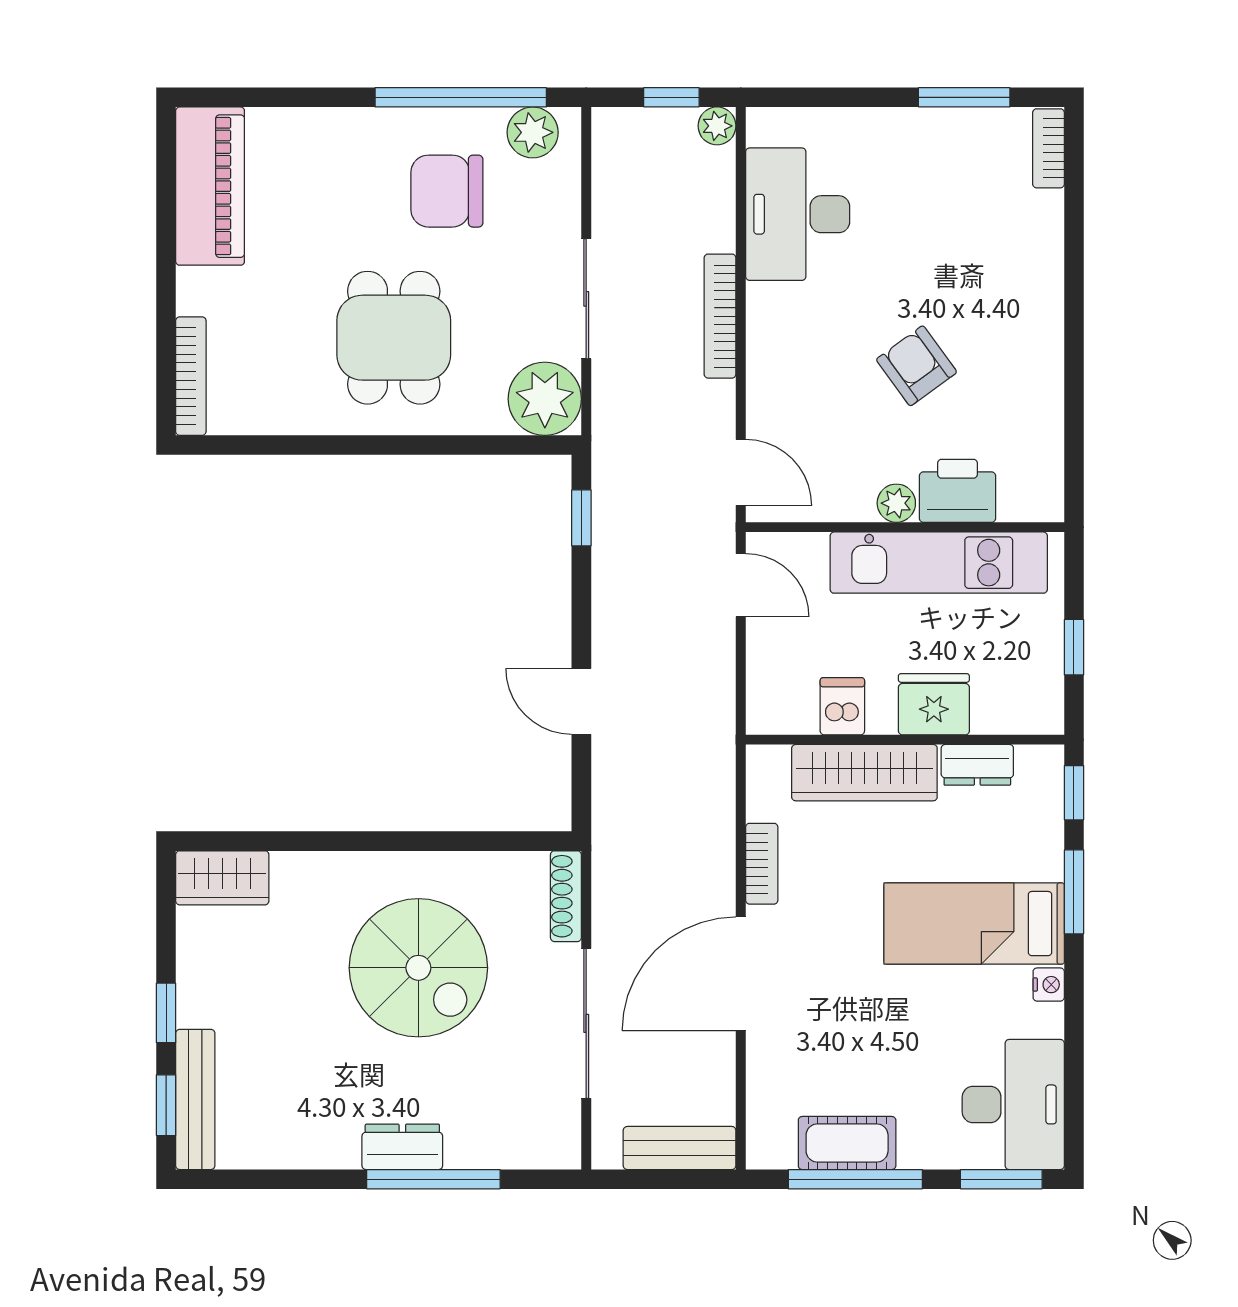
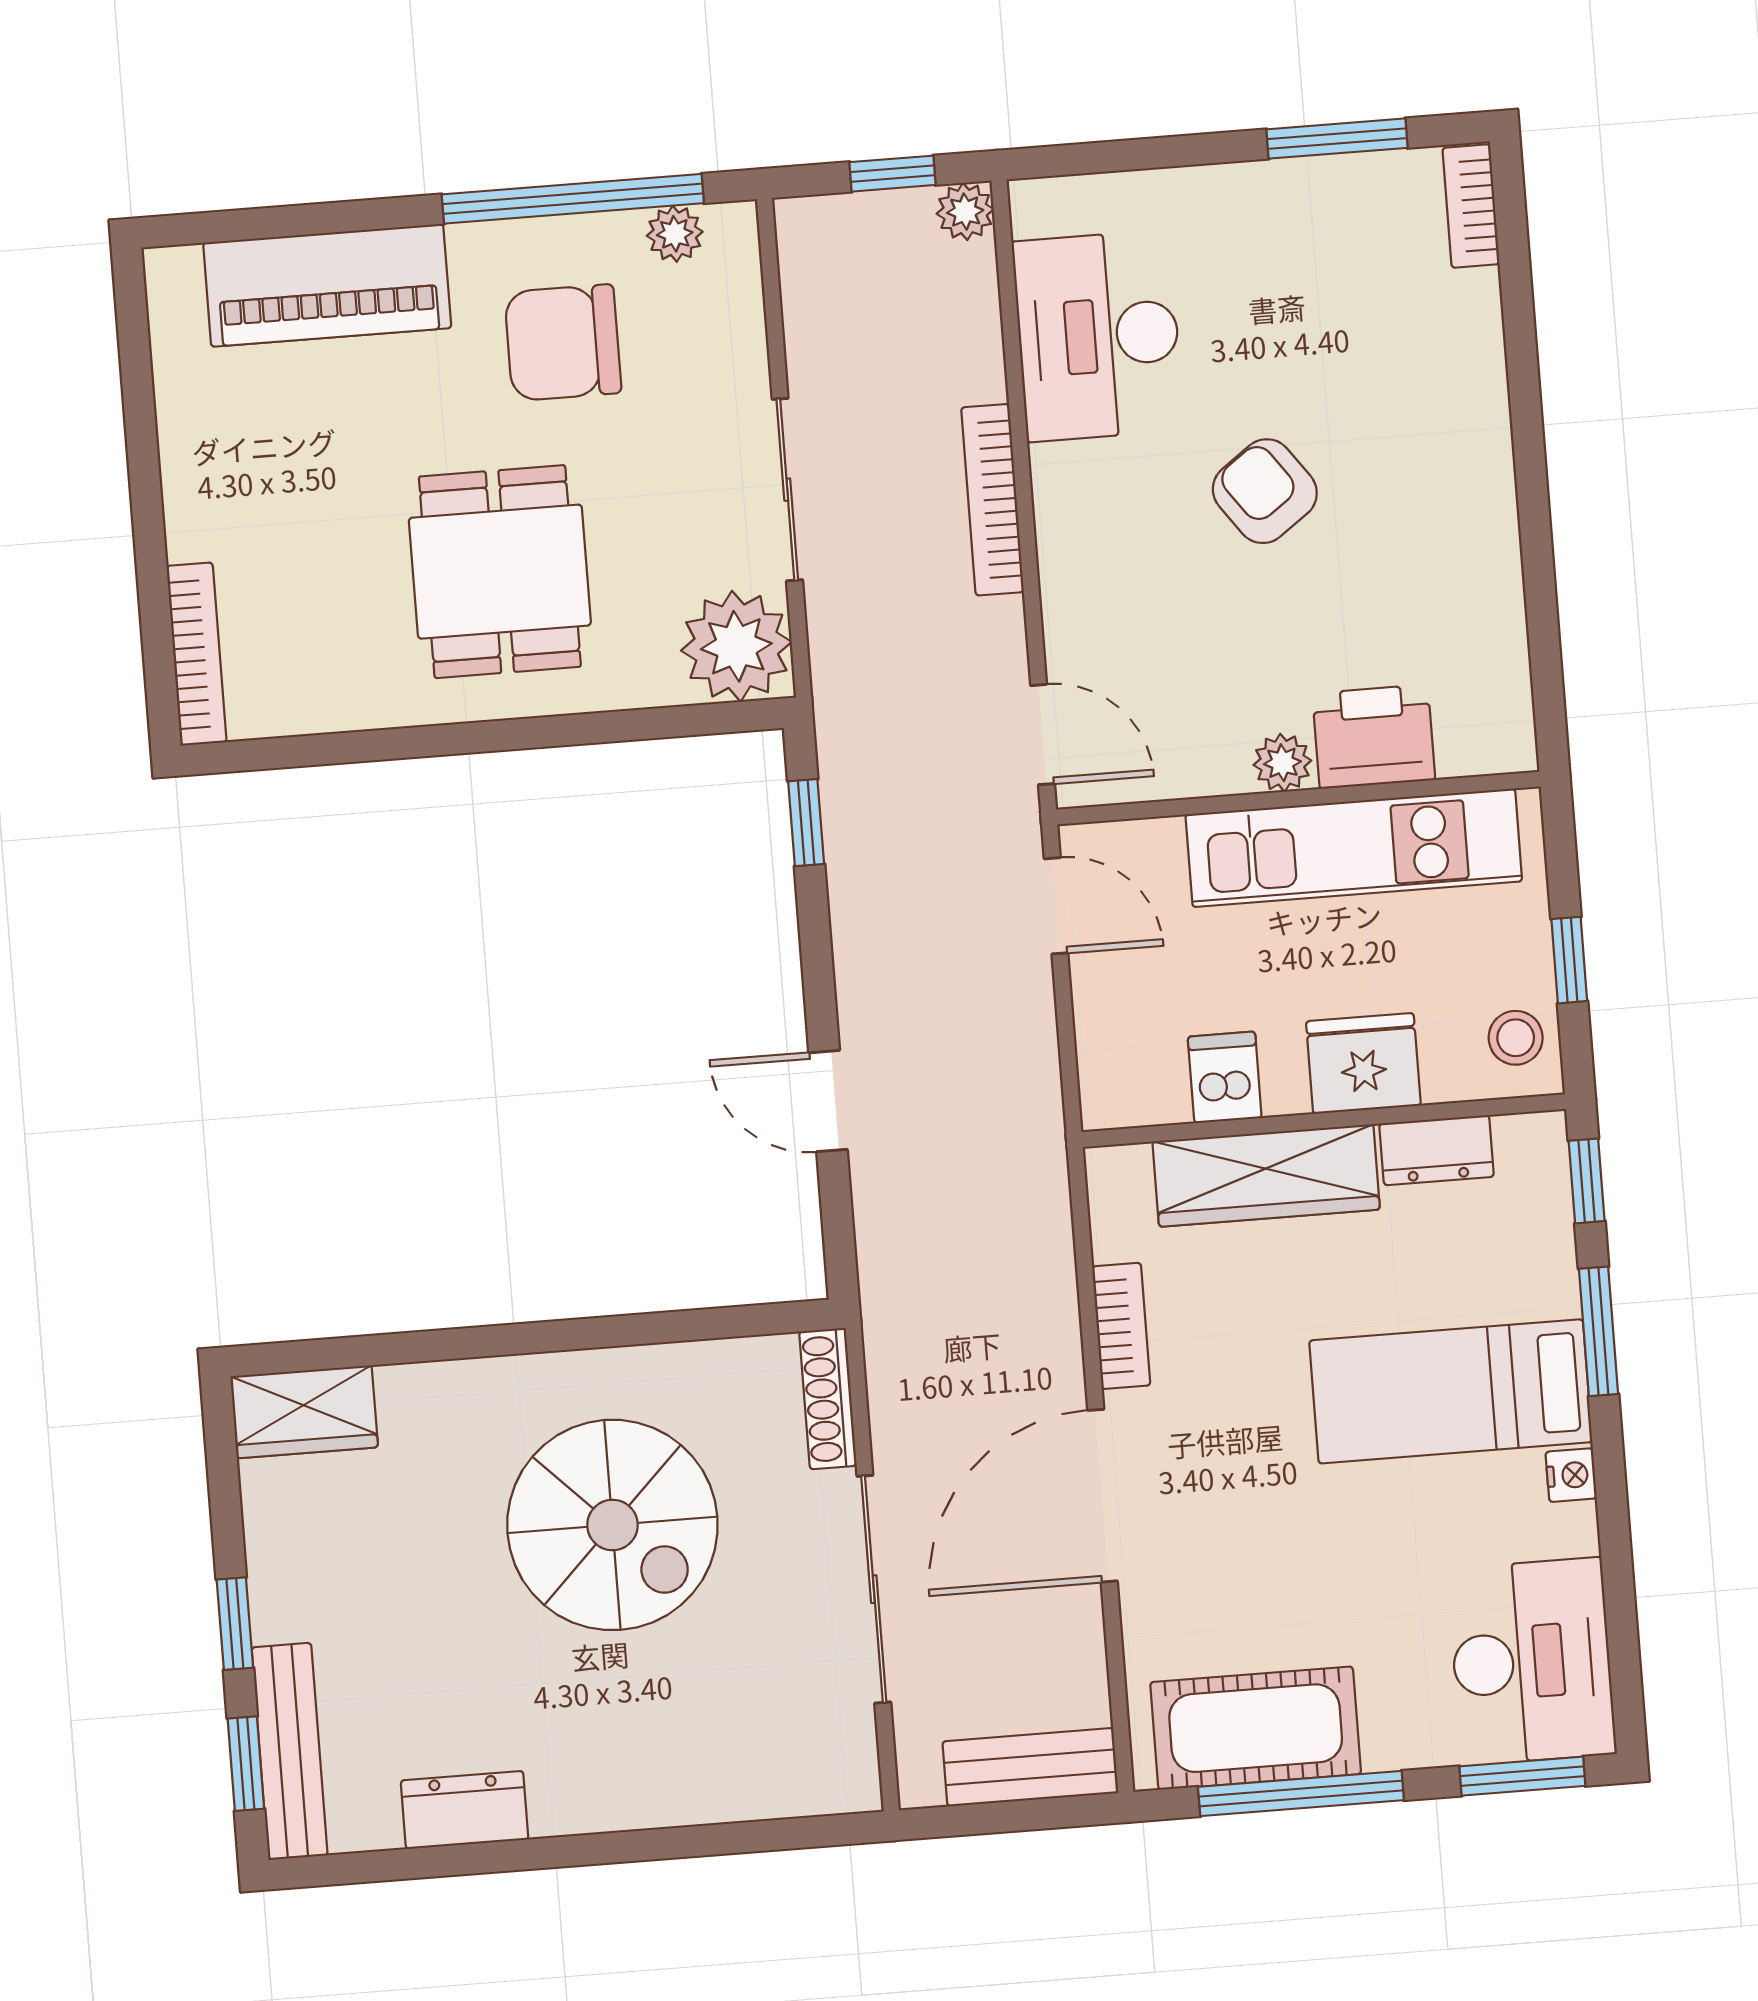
plant: (533, 132) -> (675, 234), width x0.73, depth x0.73
piano: (210, 186) -> (327, 285), moved, turned 90
armchair: (917, 366) -> (1265, 491), moved
stool: (1035, 695) -> (1516, 1038), added
cot: (847, 1143) -> (1256, 1728), width x1.37, depth x1.34
dresser: (402, 1147) -> (465, 1810), moved
window: (433, 1179) -> (661, 1844), removed

